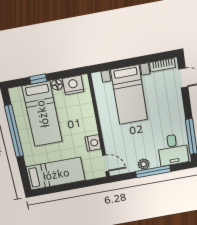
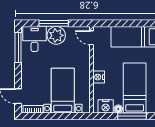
window: (38, 79) -> (132, 116), width x2.17
nightstand: (93, 143) -> (99, 77), moved
plant: (144, 164) -> (56, 35), width x1.88, depth x1.88

